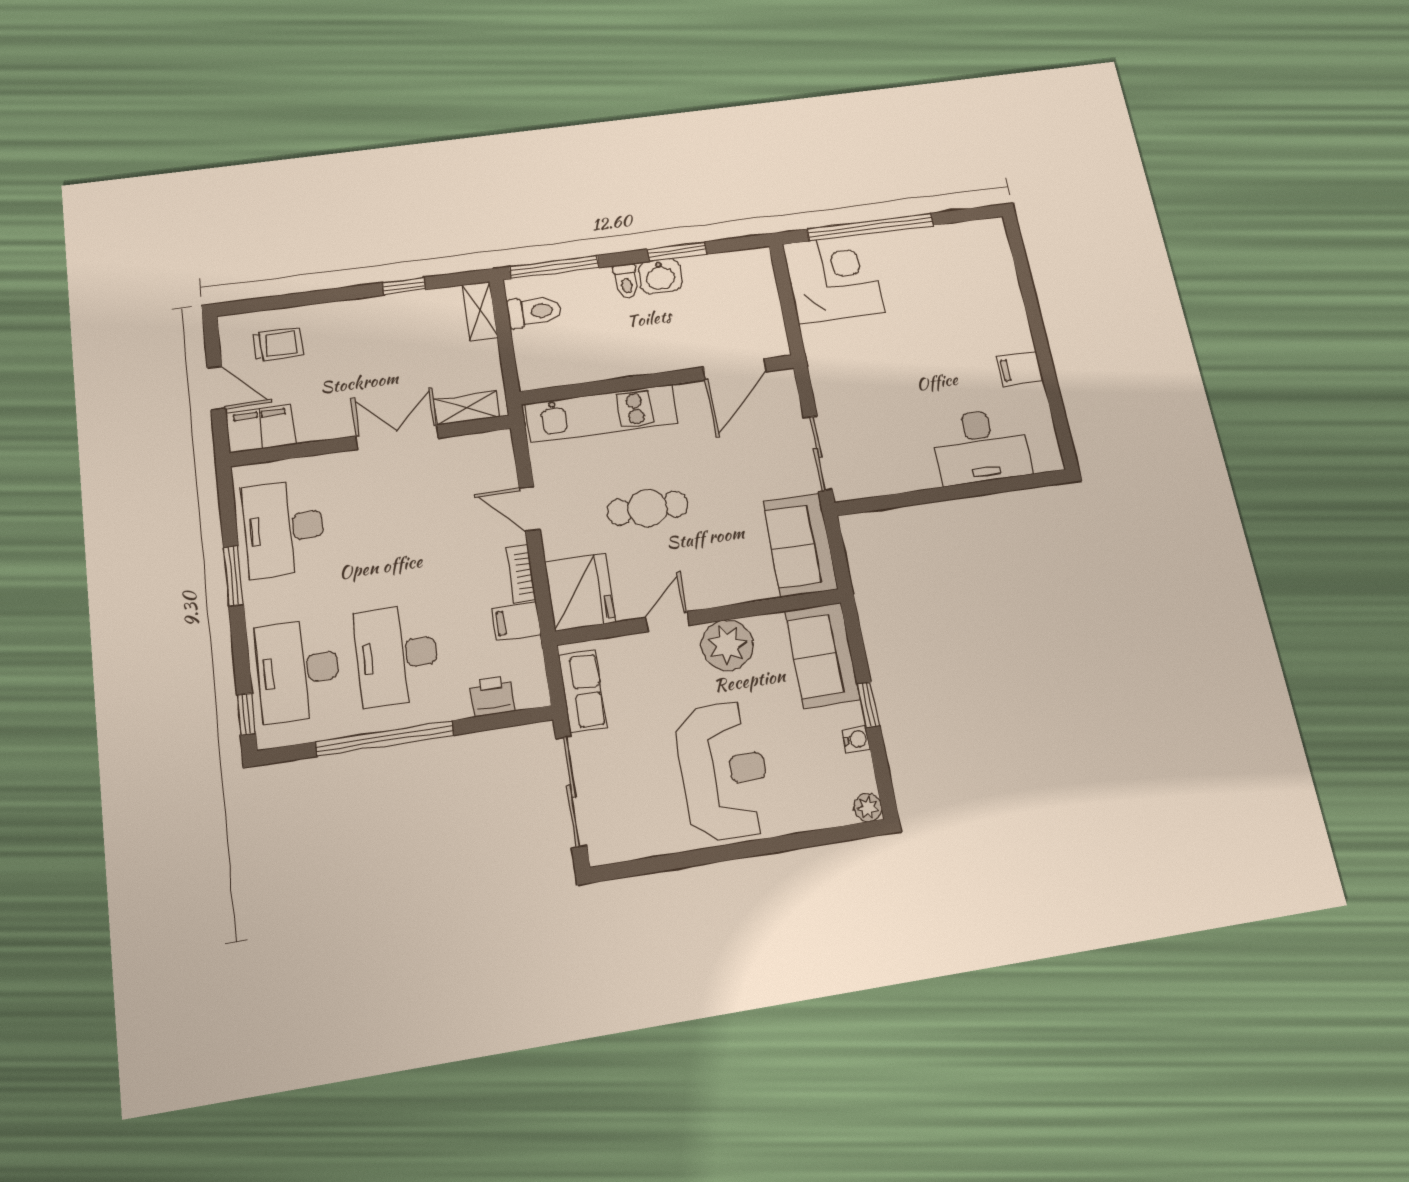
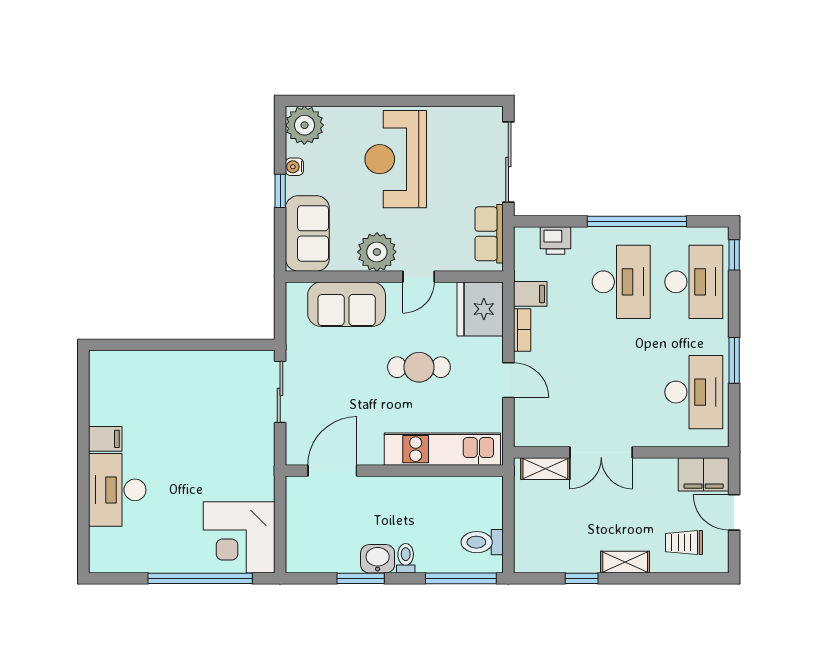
shelving: (480, 311) -> (625, 562), moved, turned 90
desk: (981, 447) -> (117, 490), moved, turned -90
sofa: (800, 545) -> (347, 304), moved, turned 90
plant: (868, 808) -> (304, 125), width x1.88, depth x1.88

